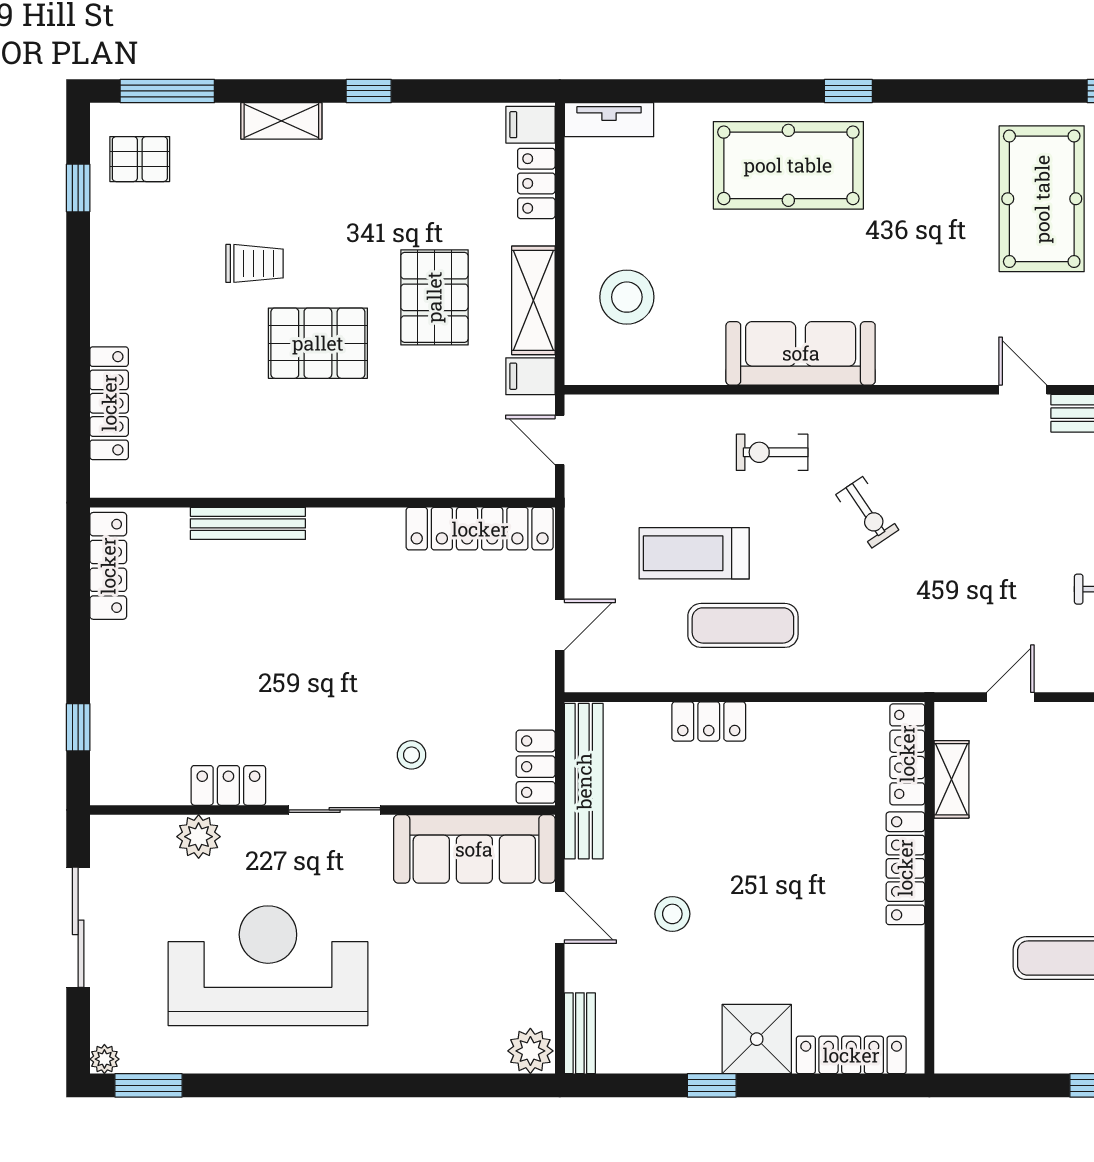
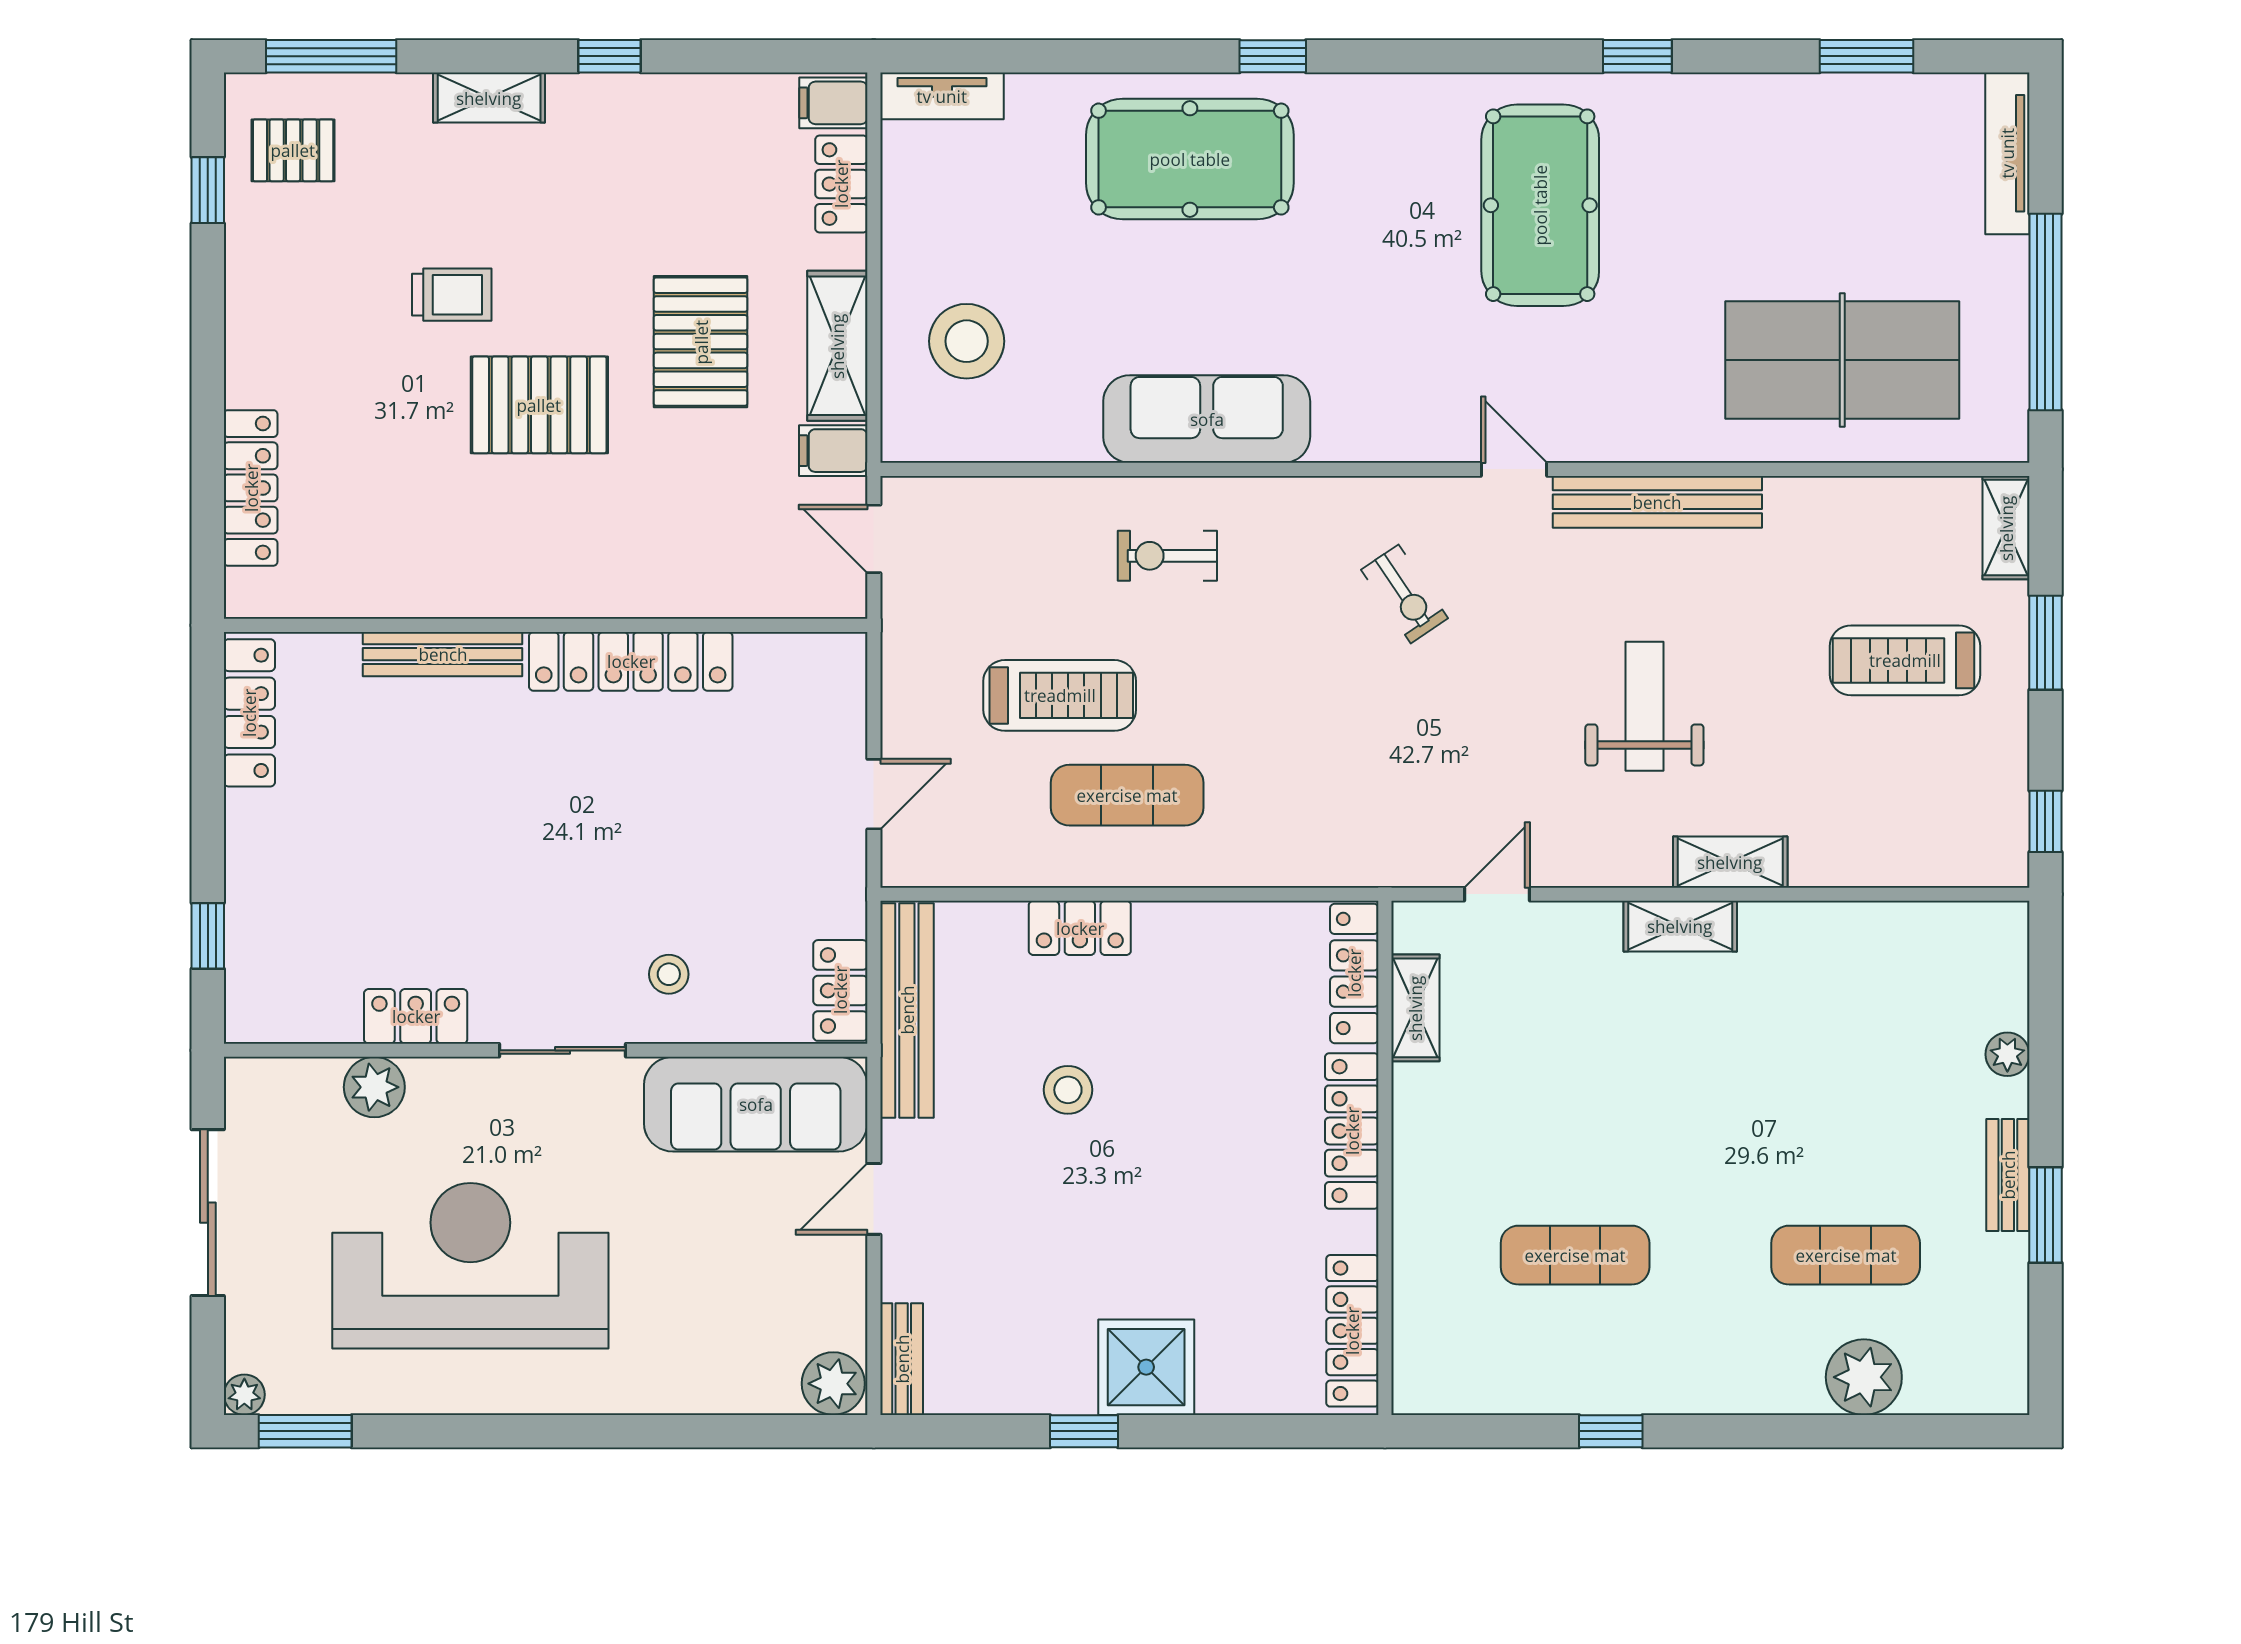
exercise bike: (867, 512) -> (1405, 594), moved
locker: (480, 529) -> (631, 661), moved
treadmill: (694, 553) -> (1060, 695), turned 180
stool: (672, 914) -> (1068, 1090), moved
door: (560, 917) -> (874, 1199), swing flipped
locker: (851, 1055) -> (1352, 1331), moved, turned -90

